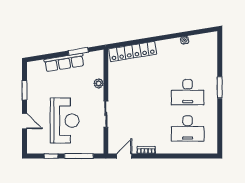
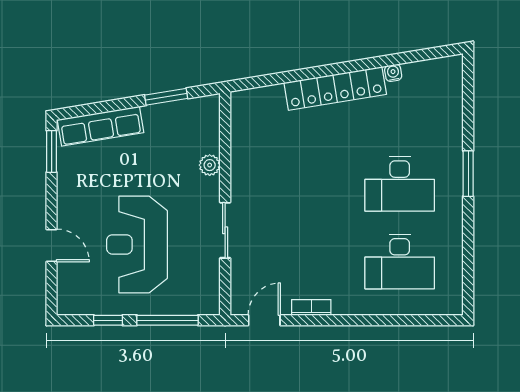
locker: (133, 52) -> (335, 88), moved
row of seats: (64, 62) -> (100, 126), moved
window: (25, 90) -> (52, 151), moved
reception desk: (65, 121) -> (137, 244), turned 180

